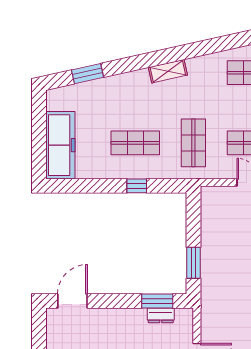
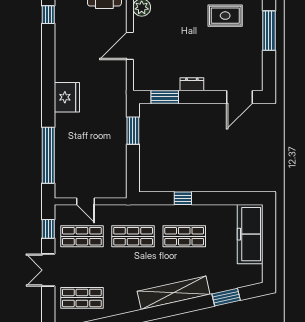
shelving: (168, 71) -> (174, 293), width x2.20, depth x1.33
shop shelf: (193, 143) -> (133, 236), turned 90
dresser: (161, 315) -> (192, 84), moved

